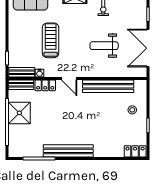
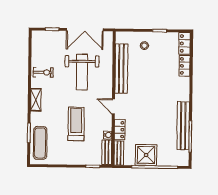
treadmill: (51, 40) -> (76, 124), turned 90
weight bench: (104, 46) -> (82, 72), width x1.36, depth x1.33
door: (69, 79) -> (113, 106), swing flipped
bench: (68, 151) -> (183, 126), moved
locker: (112, 152) -> (185, 66), added

